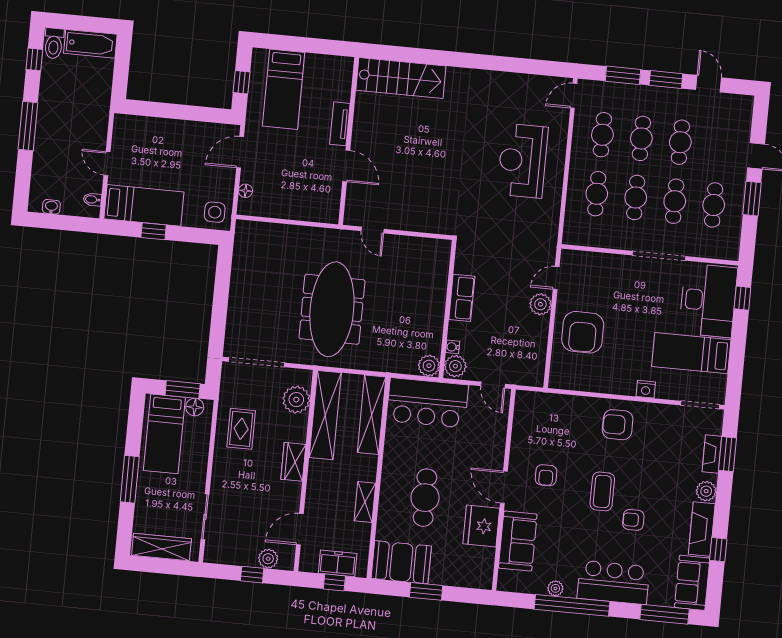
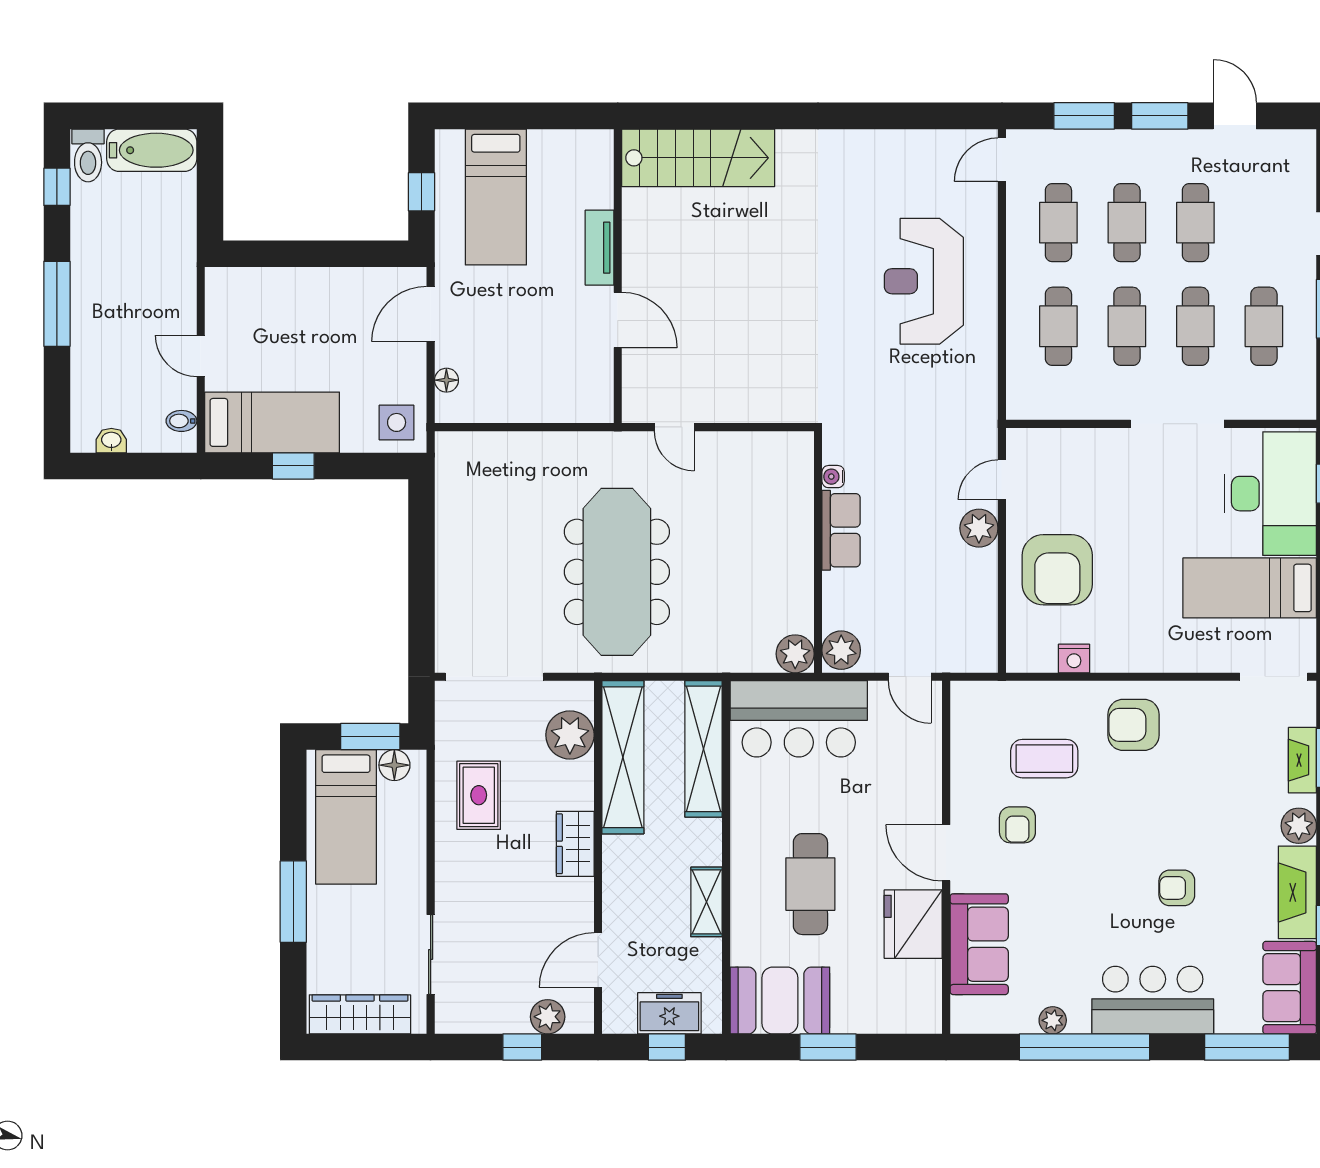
water cooler: (453, 347) -> (833, 477), moved
nightstand: (646, 389) -> (1074, 658), moved
coffee table: (602, 491) -> (1044, 759), moved, turned 90

